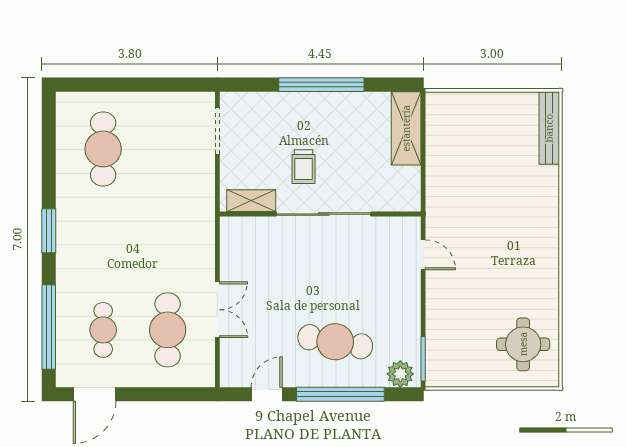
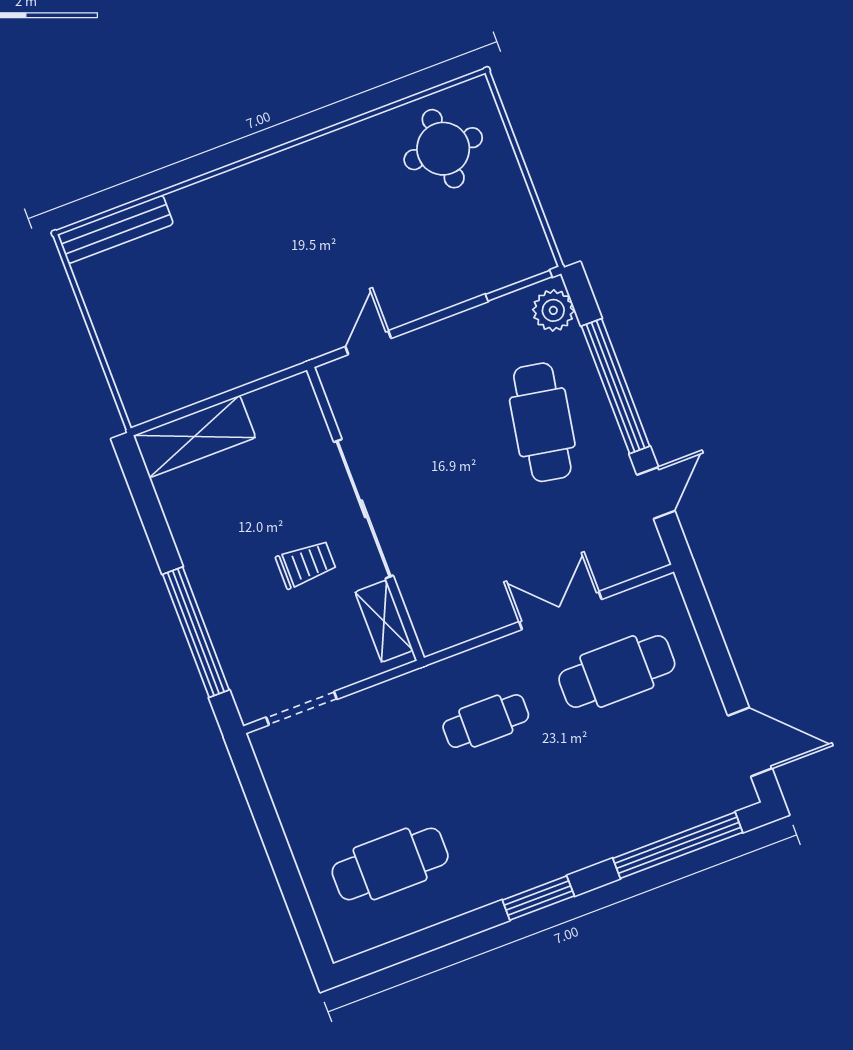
window: (321, 85) -> (196, 632), moved
cafe table: (103, 330) -> (486, 721), moved
door: (267, 394) -> (656, 493), swing flipped

